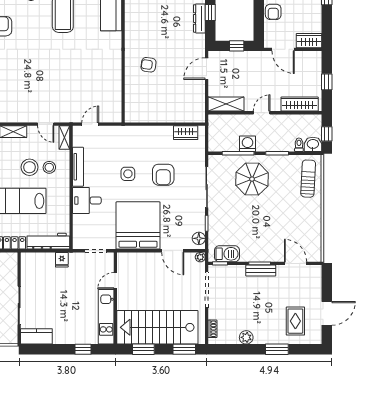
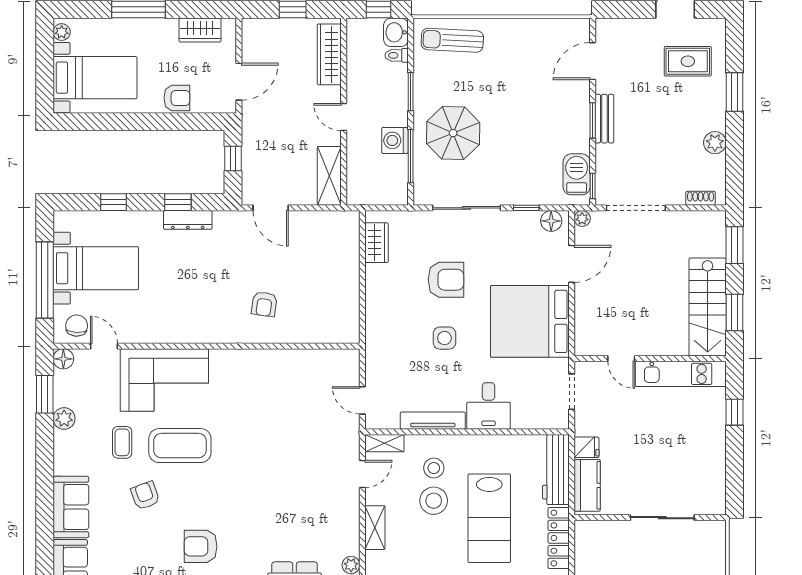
wardrobe: (309, 41) -> (200, 30), moved, turned -90
stairs: (157, 327) -> (708, 307), width x0.73, depth x0.66
kitchen counter: (36, 336) -> (587, 485), moved, turned 180

